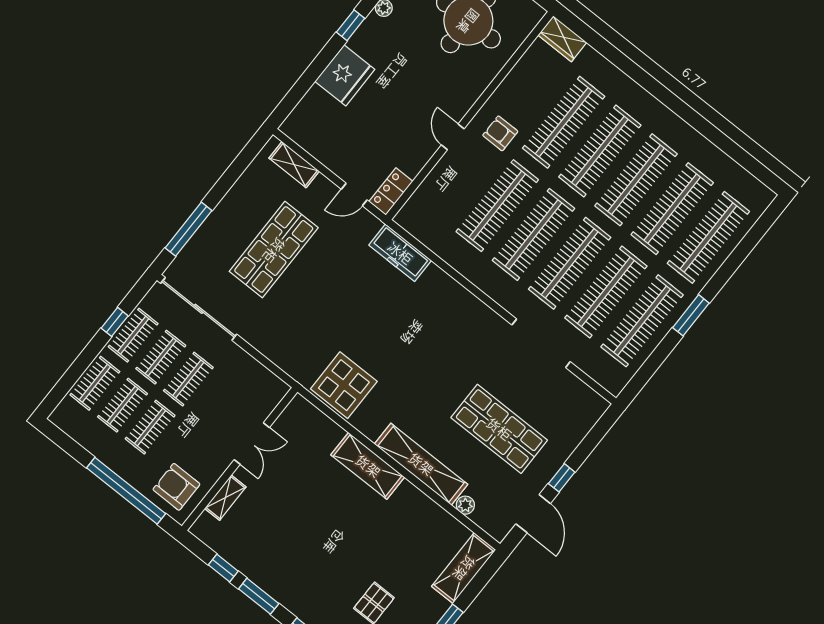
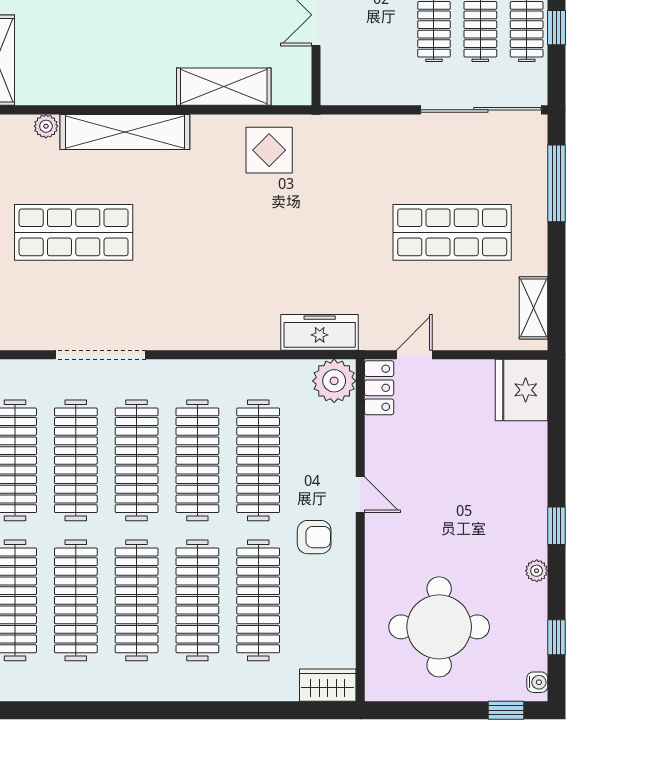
fridge: (345, 75) -> (522, 390), moved
shelving: (294, 165) -> (534, 308), moved, turned 90
plant: (414, 217) -> (334, 381), added
shop shelf: (274, 250) -> (452, 232), turned 90
display table: (344, 385) -> (269, 150), width x0.73, depth x0.73
shelving: (368, 466) -> (224, 87), moved

